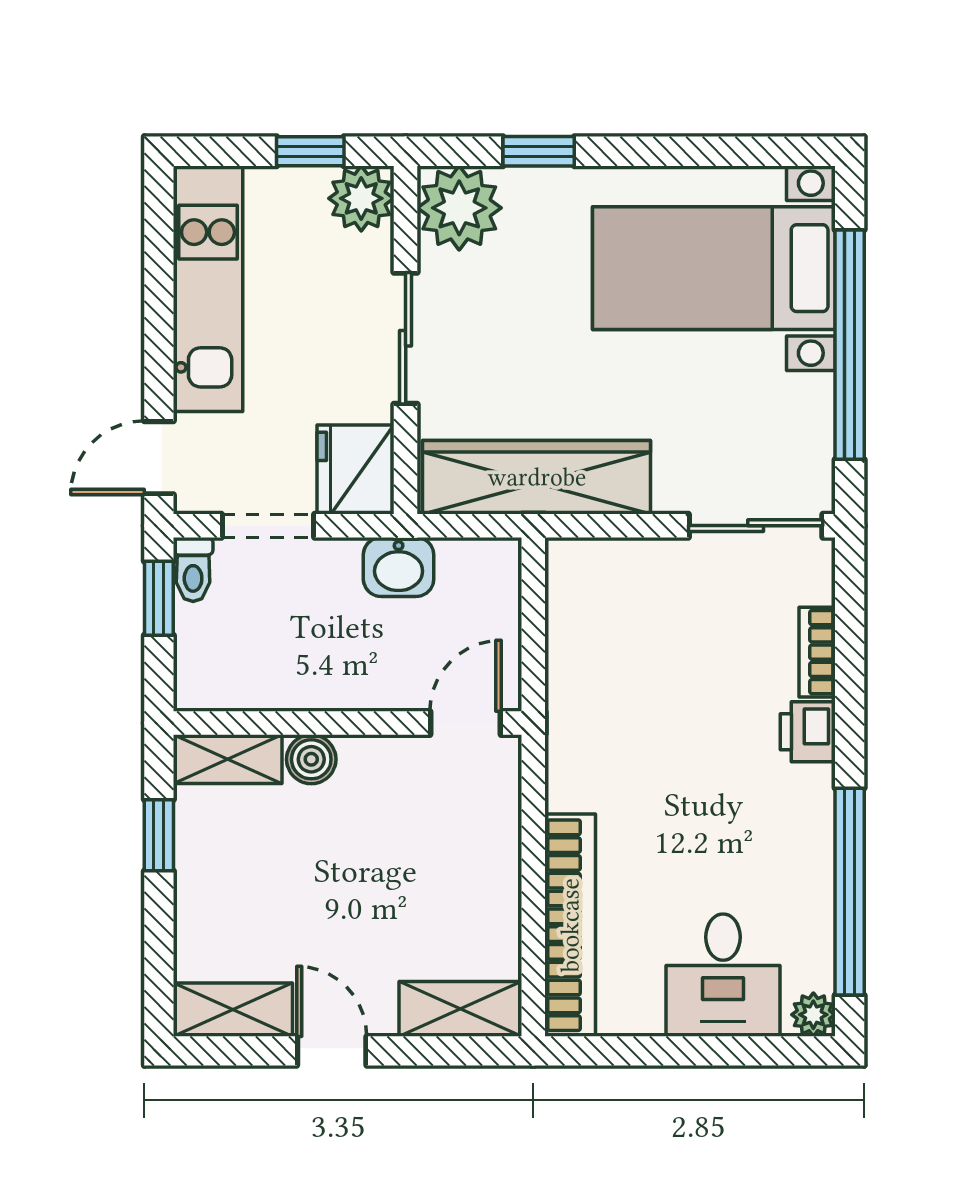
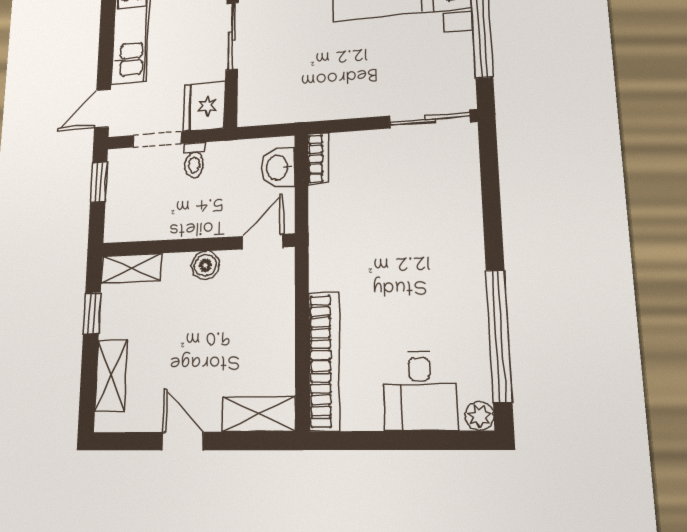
wardrobe: (537, 477) -> (303, 102), removed
washbasin: (399, 567) -> (278, 167), moved, turned 90
toilet: (193, 569) -> (194, 160), moved
bookcase: (817, 652) -> (318, 159), moved, turned 180
printer: (808, 732) -> (467, 237), removed
boiler: (311, 759) -> (205, 265), moved
shelving: (233, 1010) -> (111, 375), moved, turned 90

